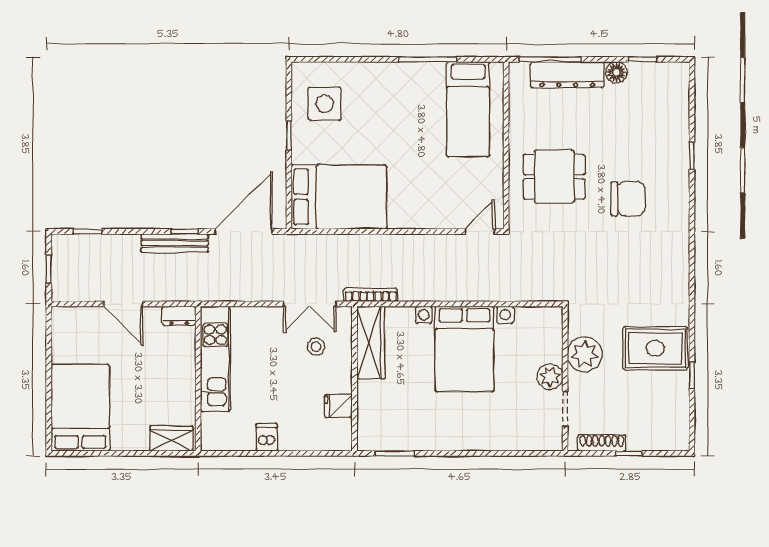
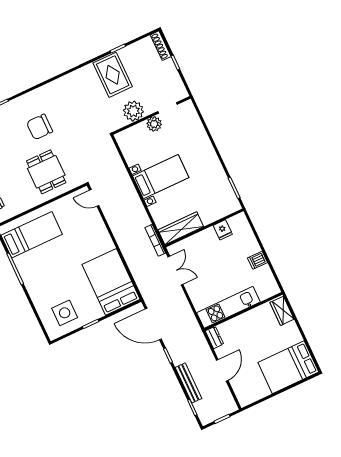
chair: (628, 199) -> (40, 127), turned -90
bench: (175, 243) -> (188, 383), moved
stool: (316, 347) -> (197, 257), removed
bed with nightstands: (464, 349) -> (161, 177), width x0.73
shoe rack: (602, 443) -> (161, 46), moved

